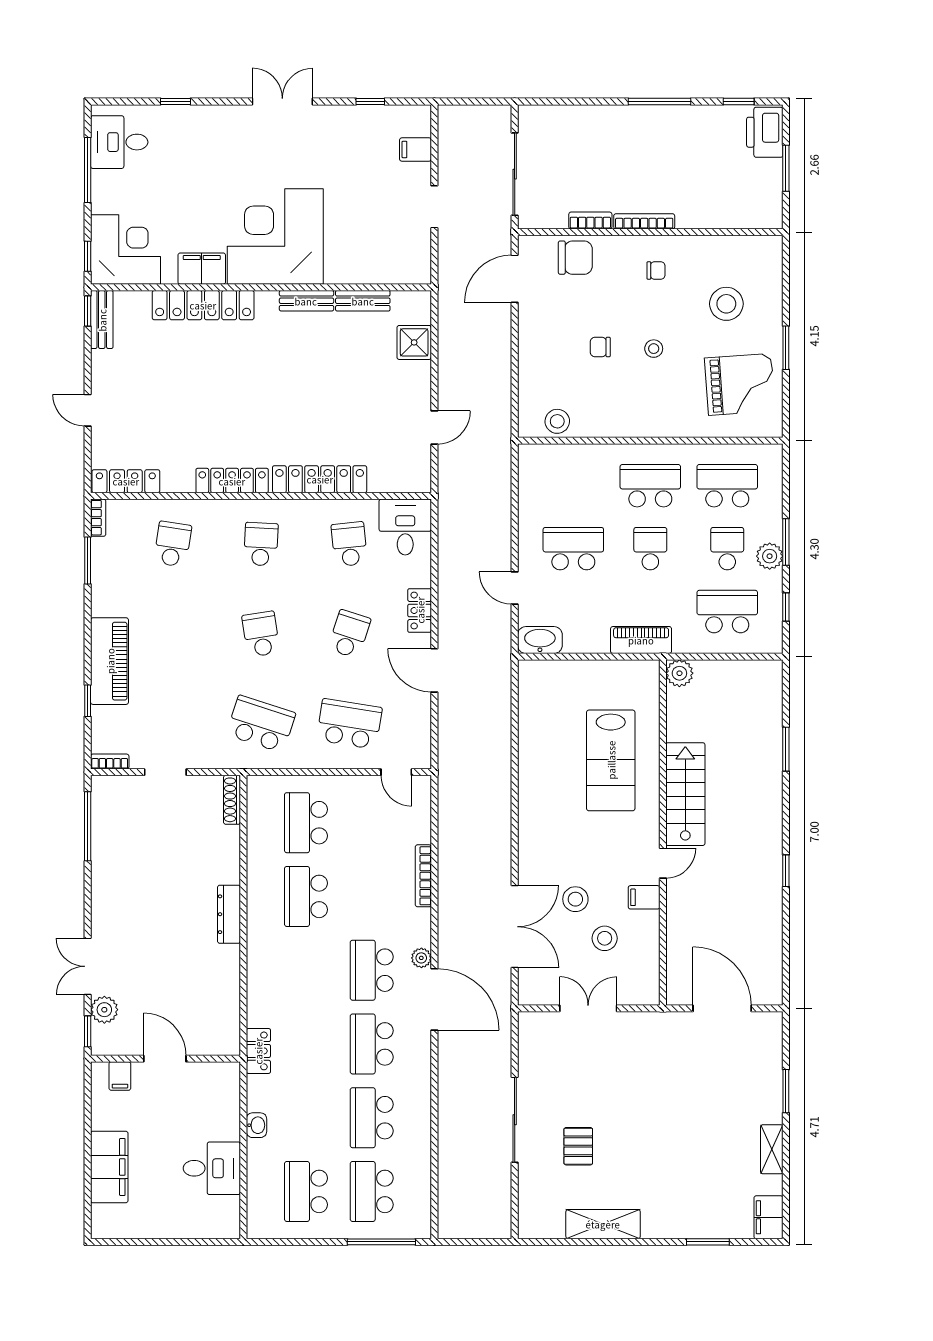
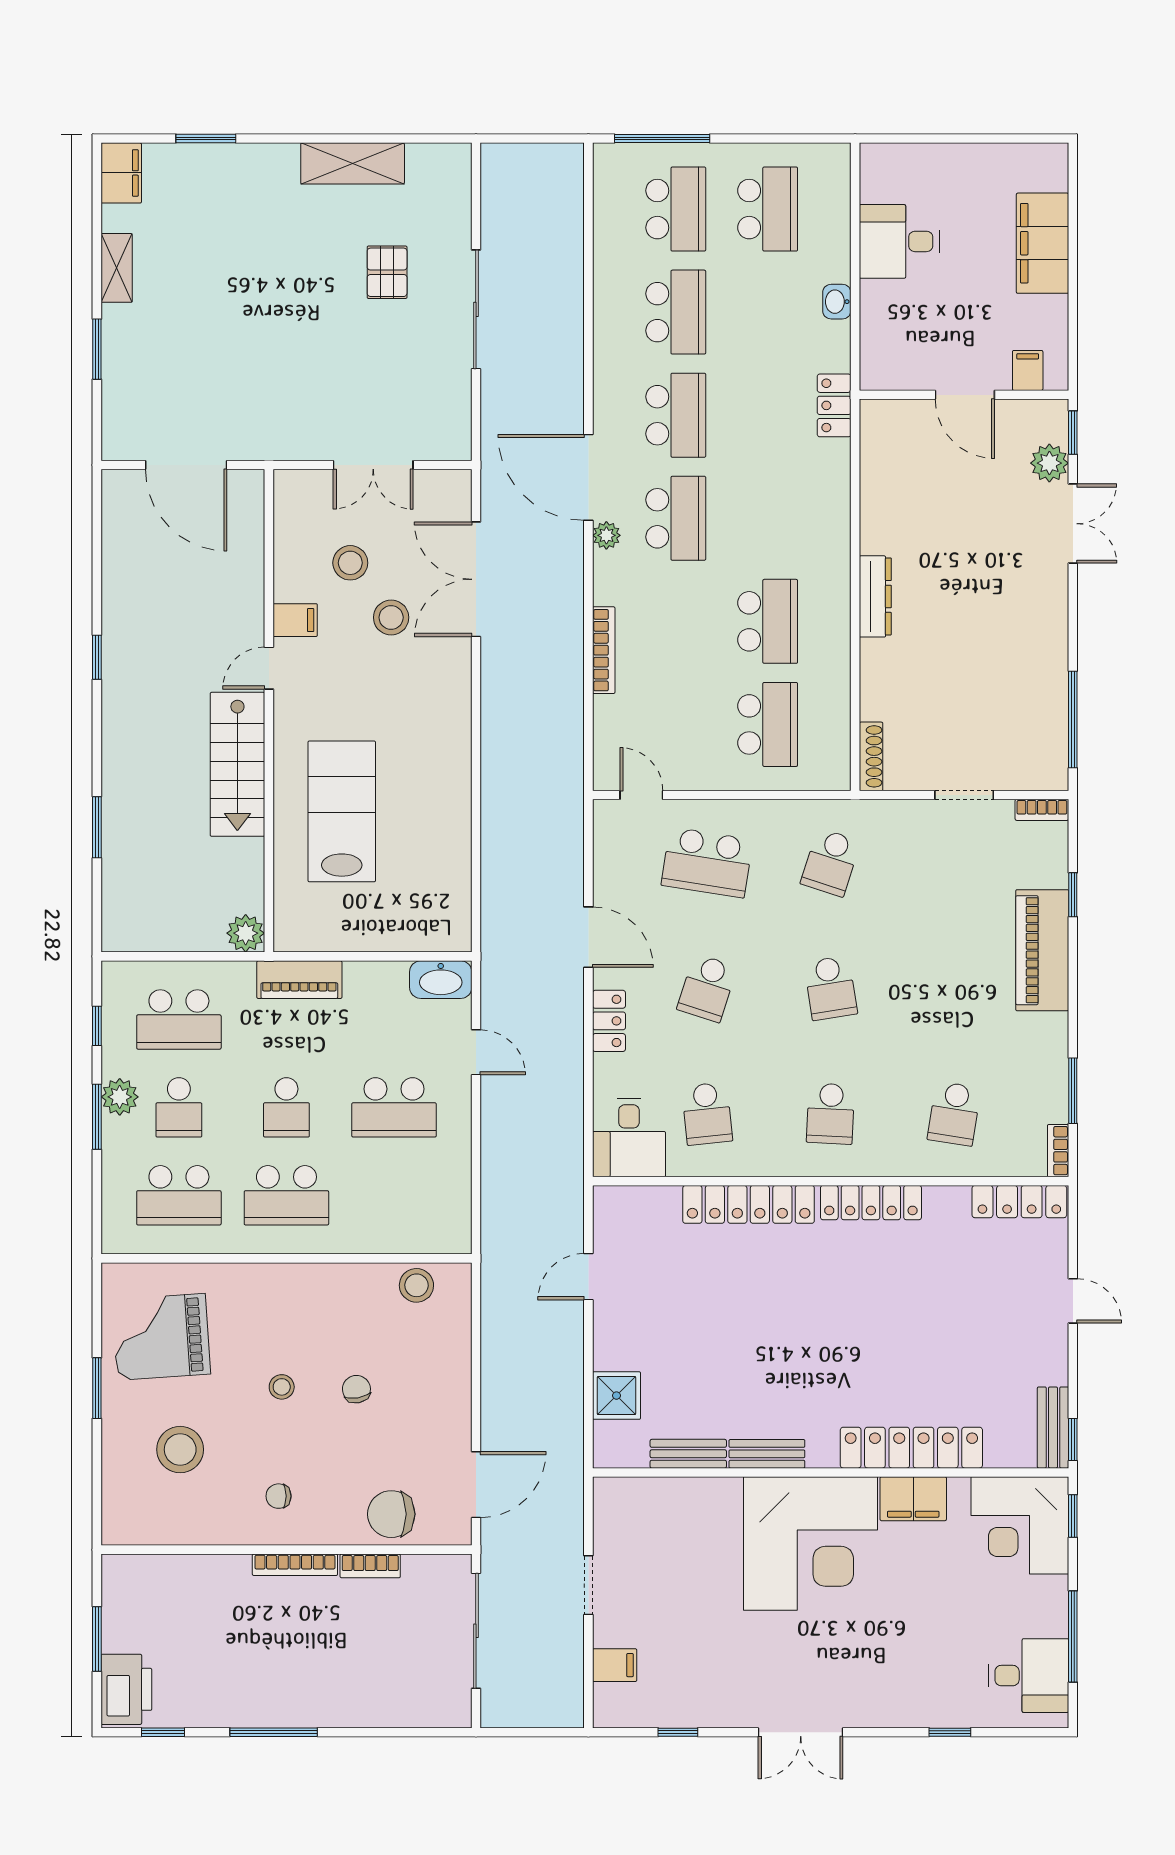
chair: (600, 347) -> (356, 1389), turned -100
school desk: (261, 724) -> (831, 862), width x0.54

